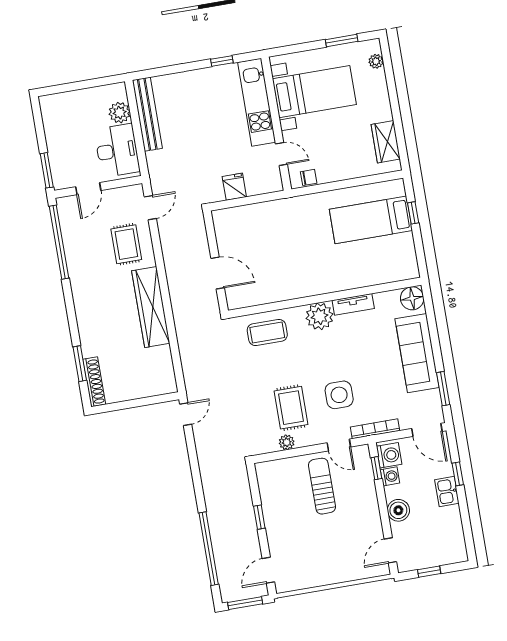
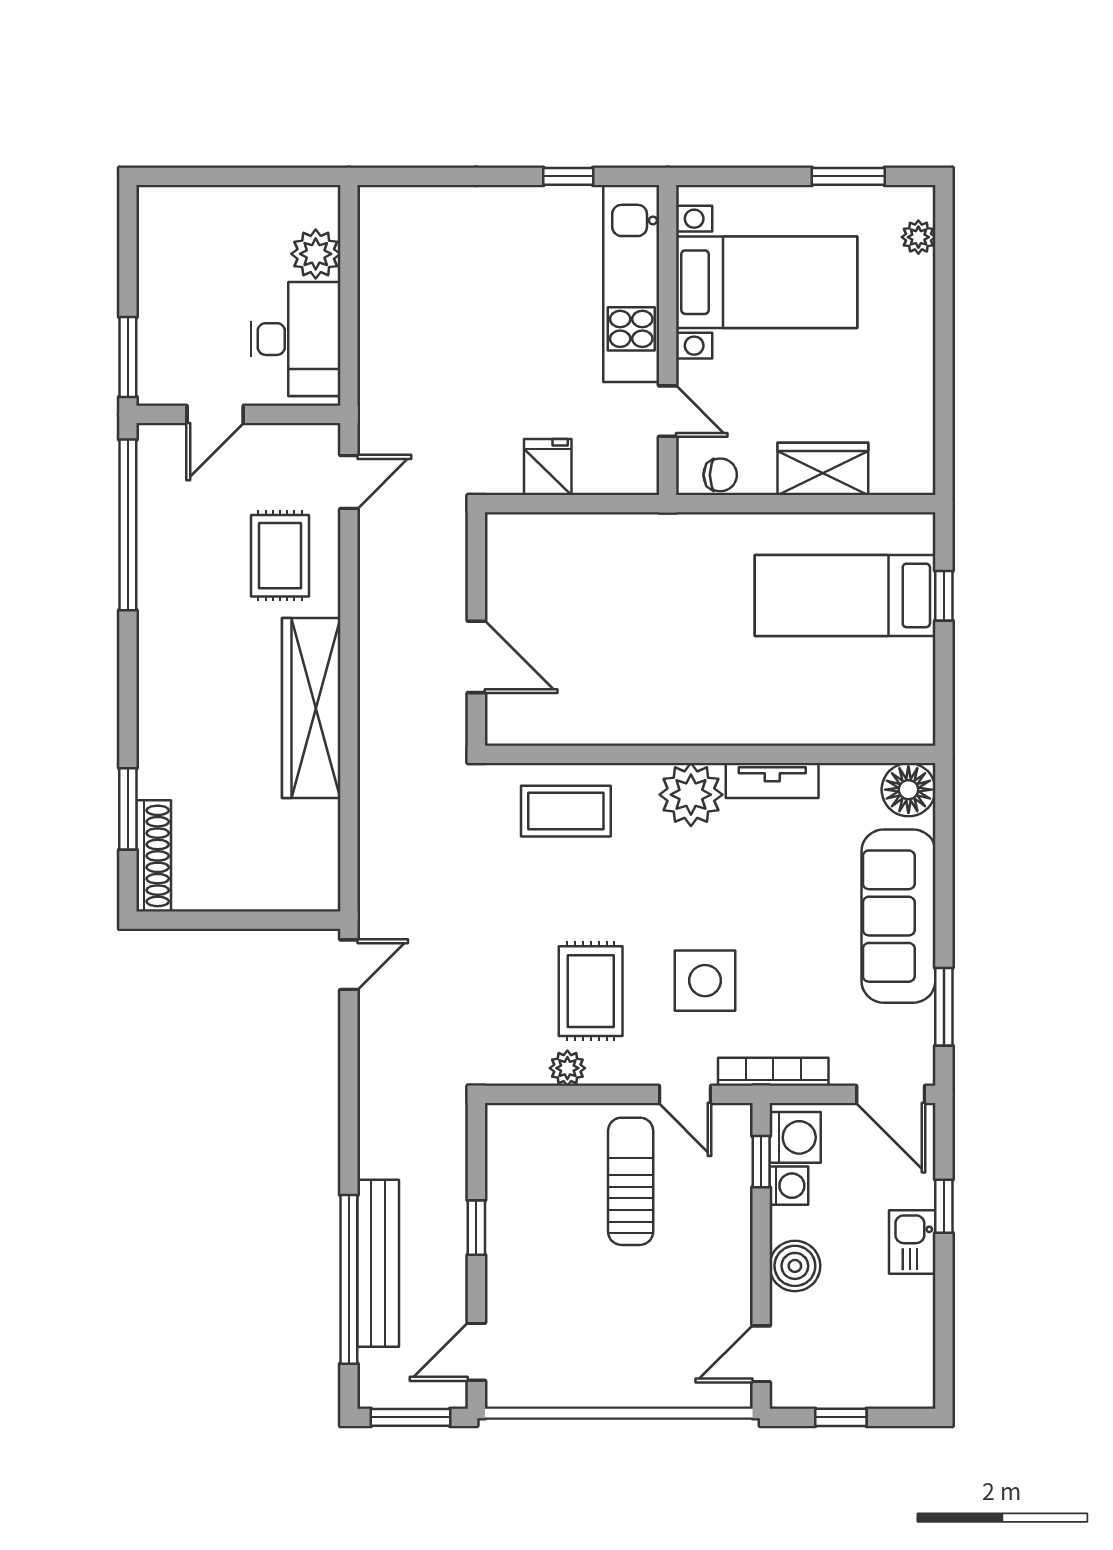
bench: (147, 114) -> (378, 1263), moved
wardrobe: (386, 142) -> (823, 469), moved, turned 90

